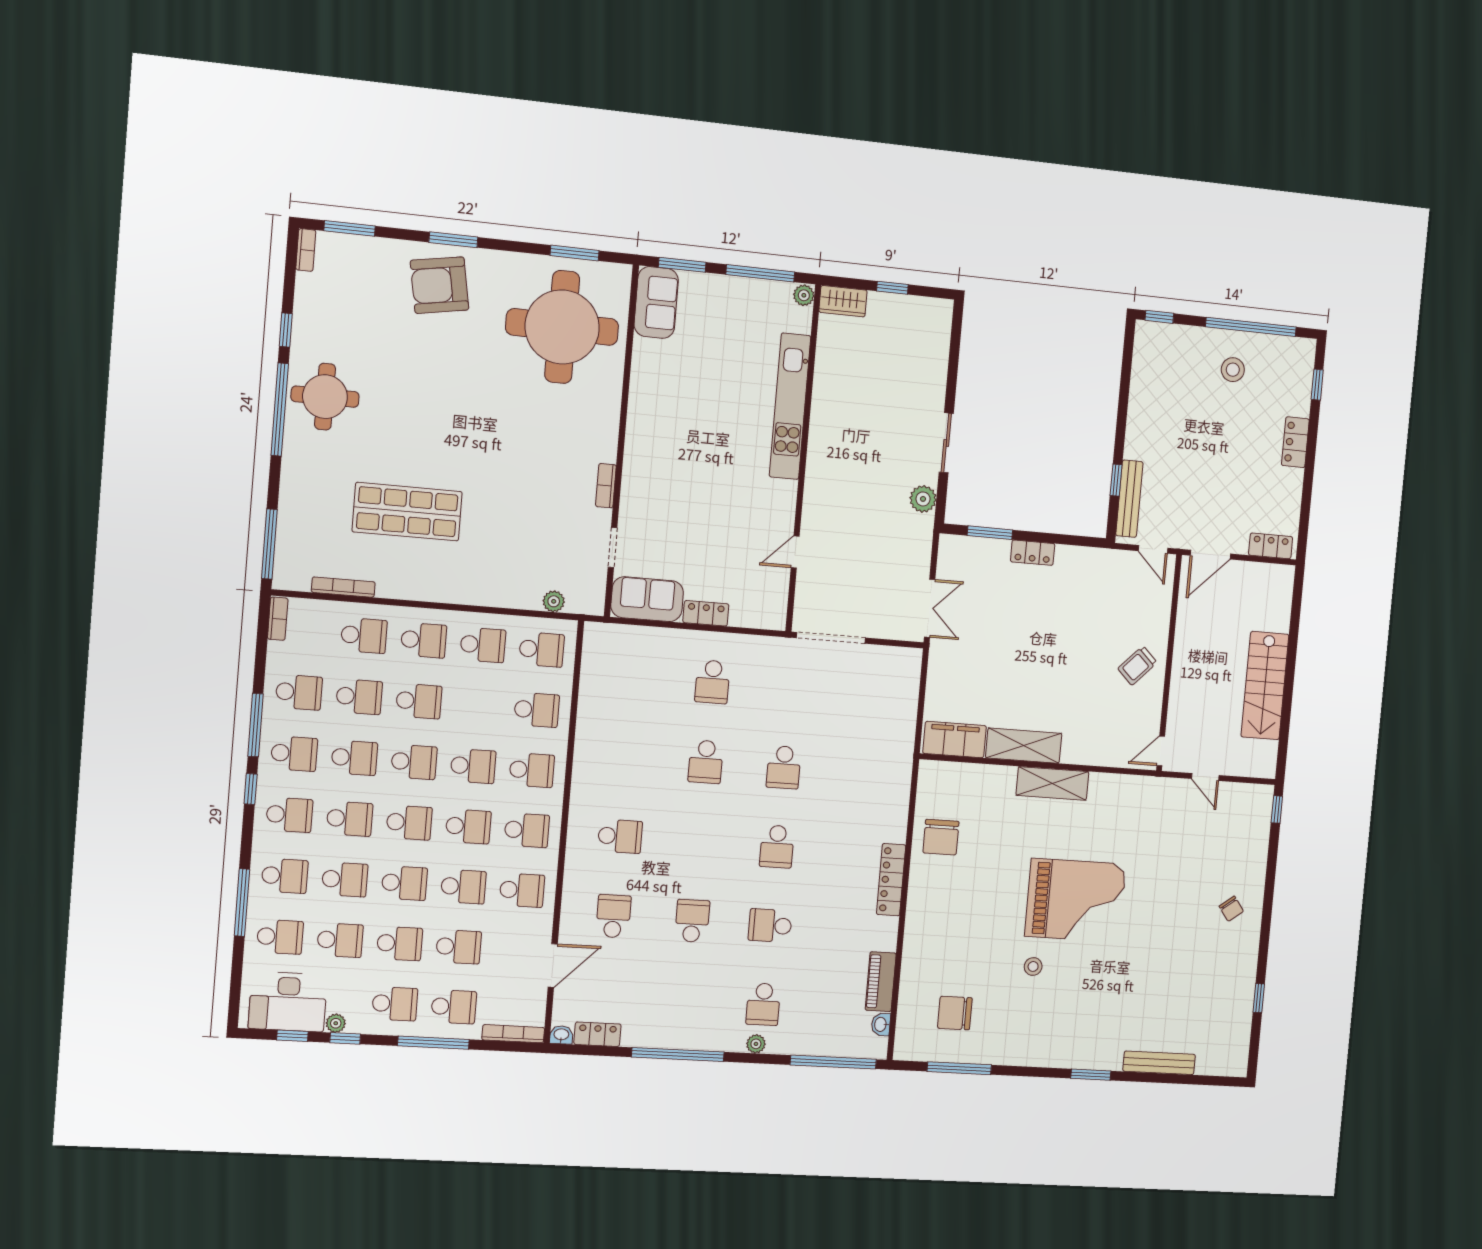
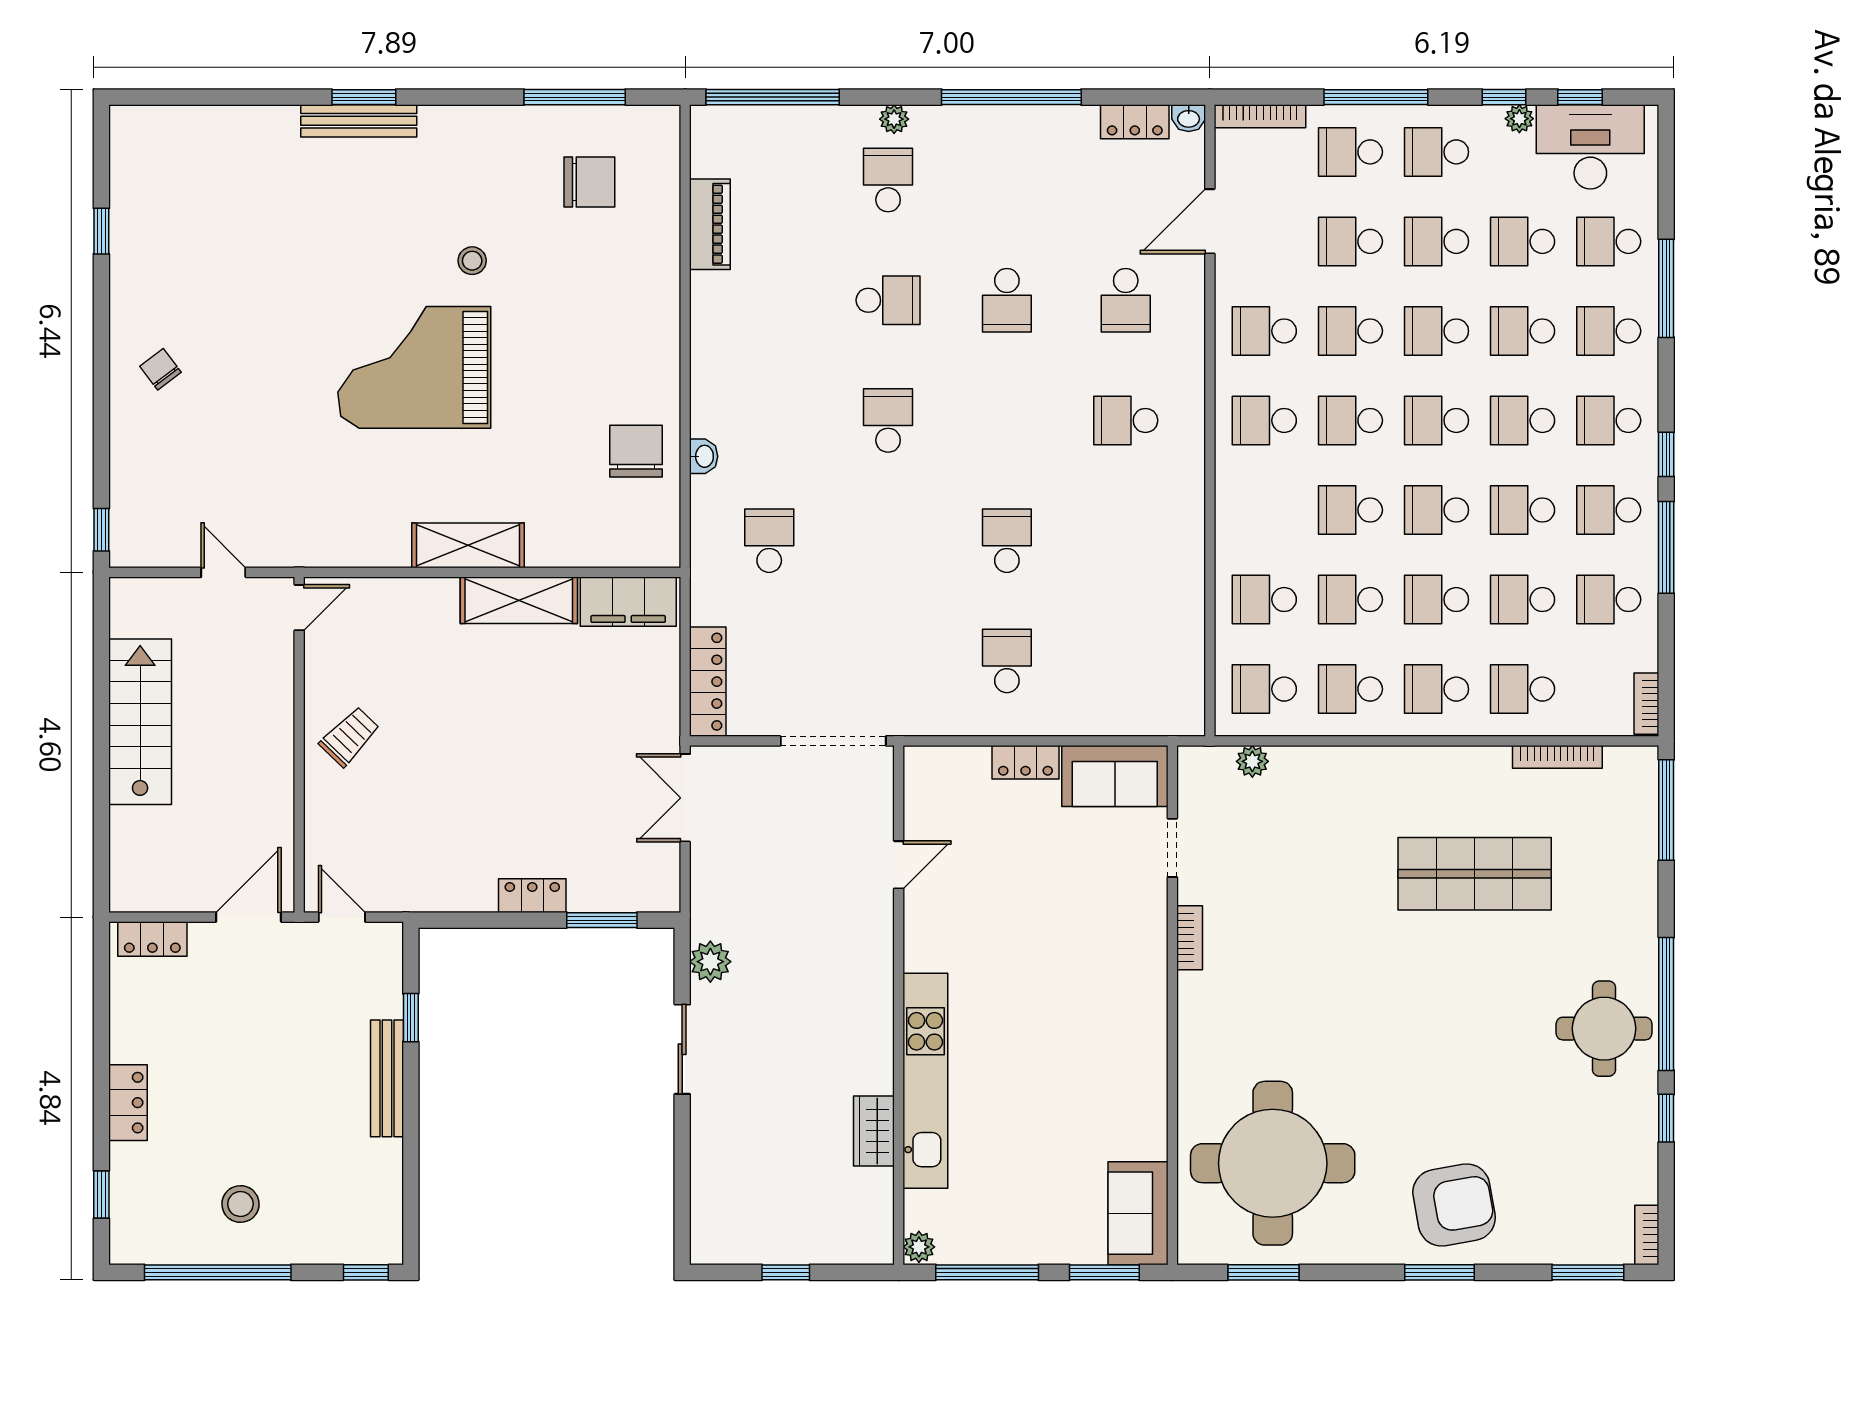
wardrobe: (843, 301) -> (874, 1131), moved, turned -90
bench: (1129, 499) -> (387, 1078), moved
school desk: (784, 767) -> (769, 541), moved
school desk: (532, 770) -> (1350, 600), moved
locker: (891, 880) -> (708, 682), moved
washbasin: (881, 1024) -> (704, 456), moved
bench: (1159, 1063) -> (359, 121), moved

